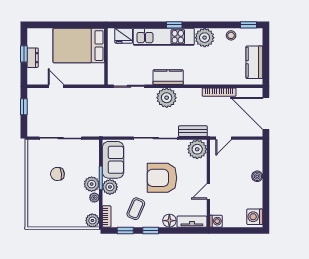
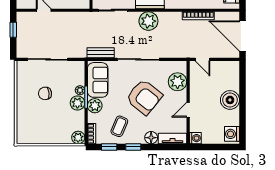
bench: (193, 131) -> (101, 53), moved
door: (224, 138) -> (202, 59), hinge flipped
plant: (197, 149) -> (178, 82), moved
boiler: (257, 176) -> (230, 100), width x1.86, depth x1.86
armchair: (162, 178) -> (144, 97), turned -141
plant: (94, 198) -> (80, 90), moved

